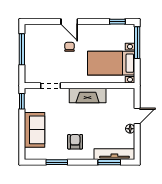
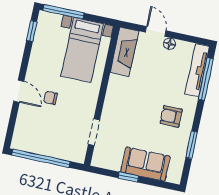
door: (69, 22) -> (19, 91), hinge flipped
window: (22, 49) -> (41, 158), width x1.46
fireplace: (88, 96) -> (124, 52), moved
window: (22, 101) -> (128, 177), moved
window: (109, 162) -> (206, 79), width x1.44

